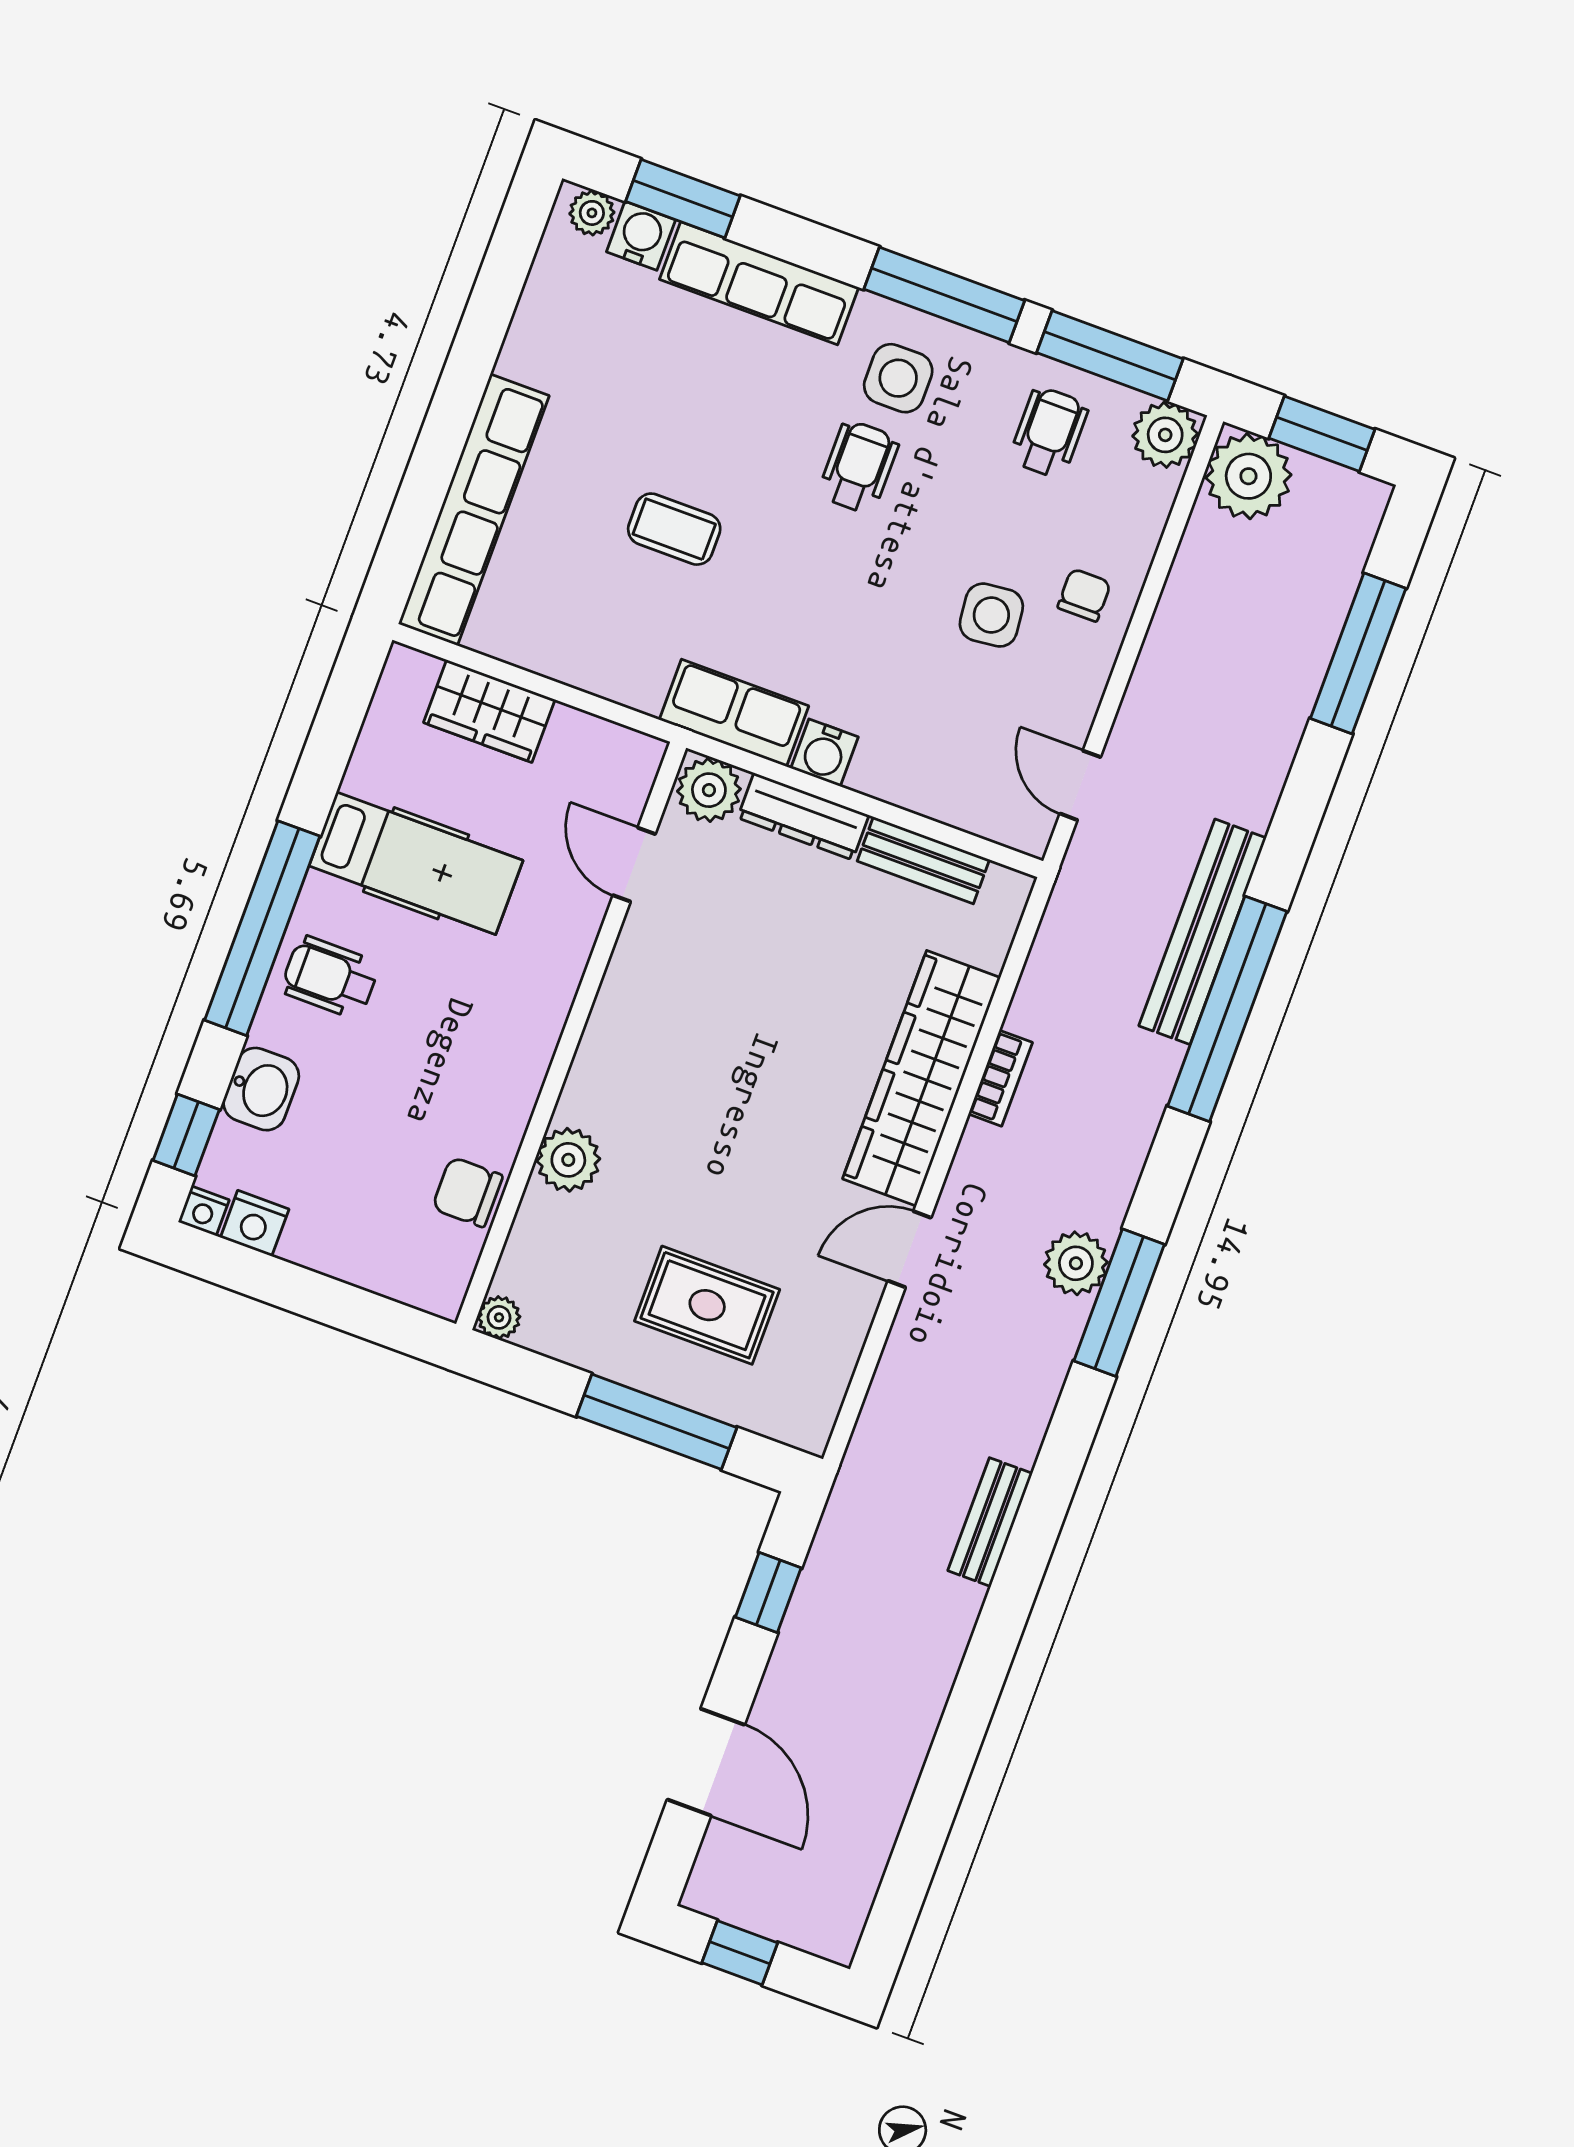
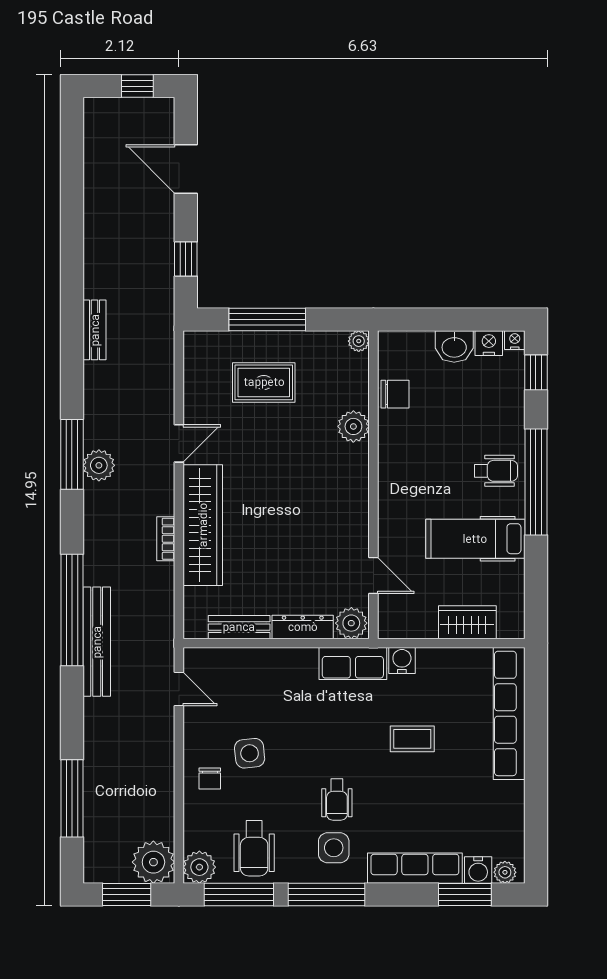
wheelchair: (1049, 432) -> (254, 848), width x1.36, depth x1.37
water cooler: (825, 753) -> (402, 660), moved
washbasin: (261, 1089) -> (454, 346), moved, turned -90

